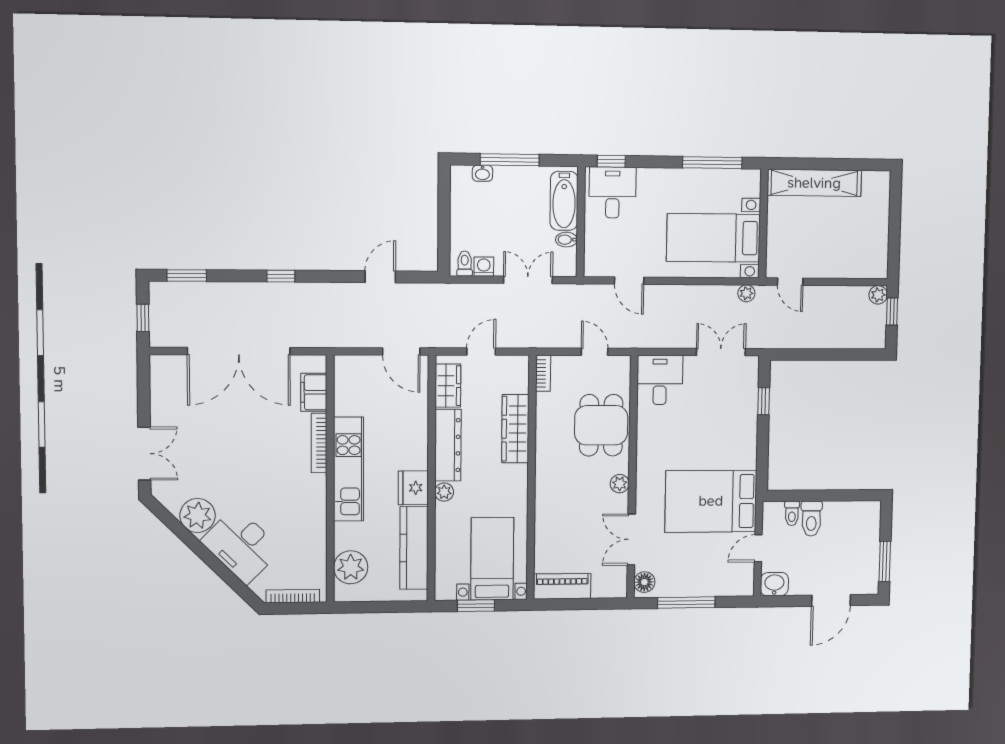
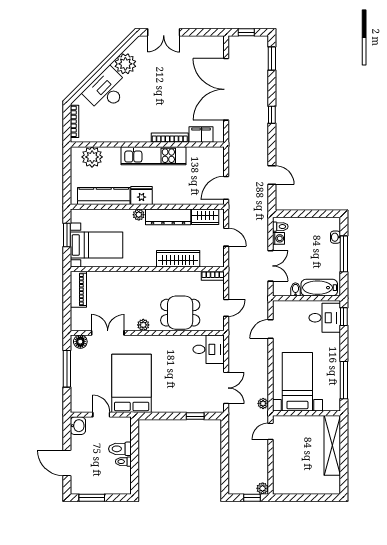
toilet: (792, 513) -> (123, 462), moved

